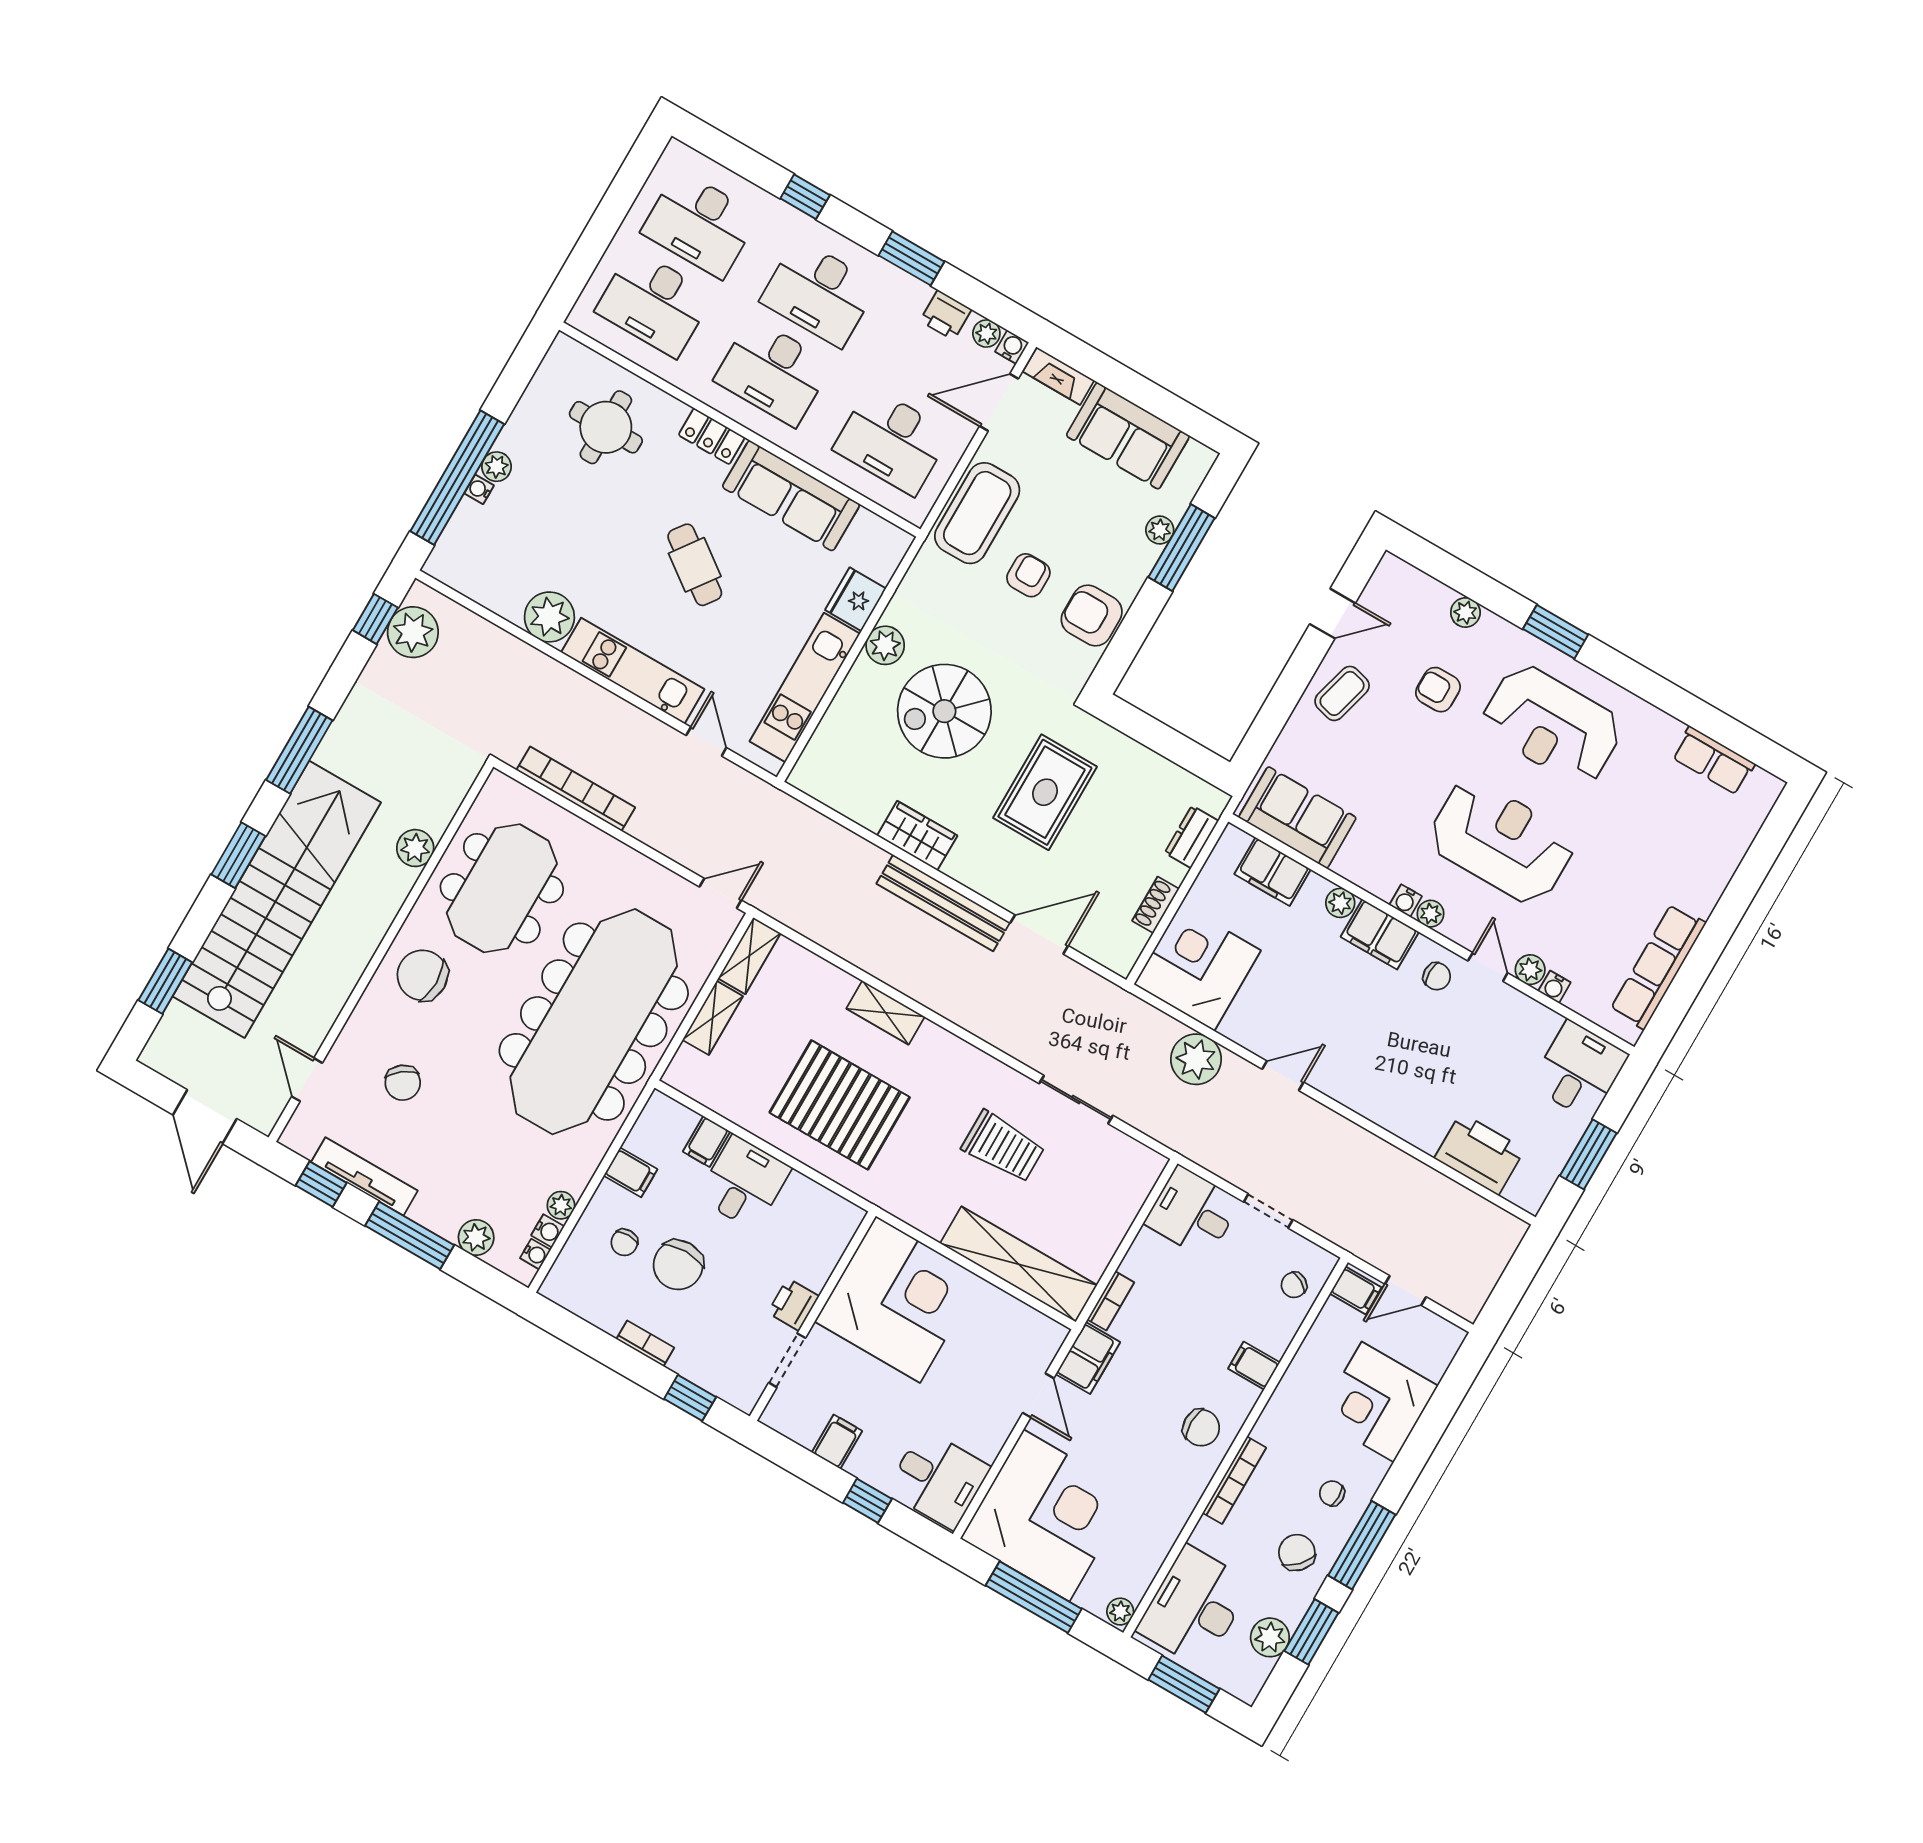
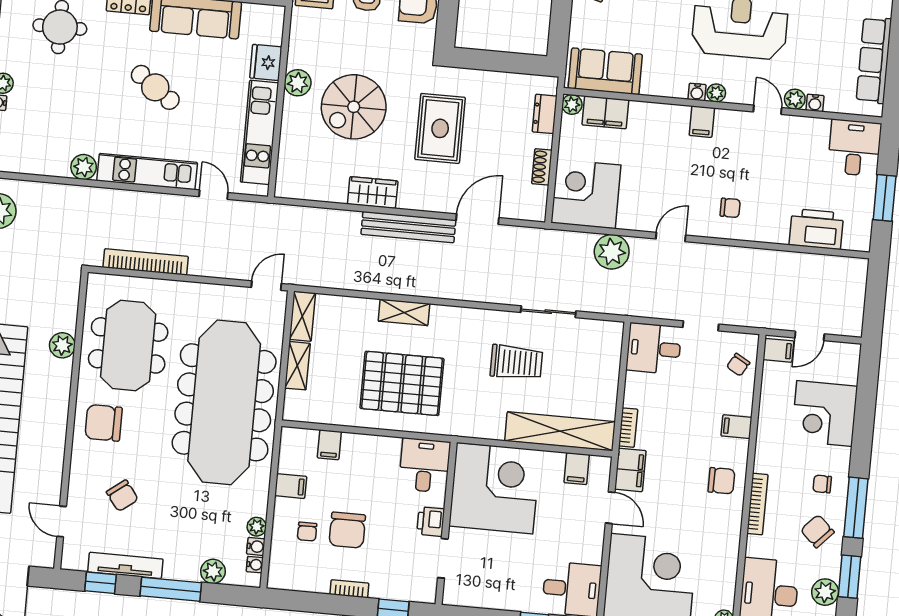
plant: (549, 617) -> (84, 167), width x0.73, depth x0.73
plant: (1340, 903) -> (572, 104), moved
filing cabinet: (1380, 934) -> (702, 122), width x0.50
chair: (1437, 976) -> (730, 208), moved
desk: (744, 1183) -> (425, 465), moved
filing cabinet: (837, 1442) -> (577, 469), moved, turned 180

